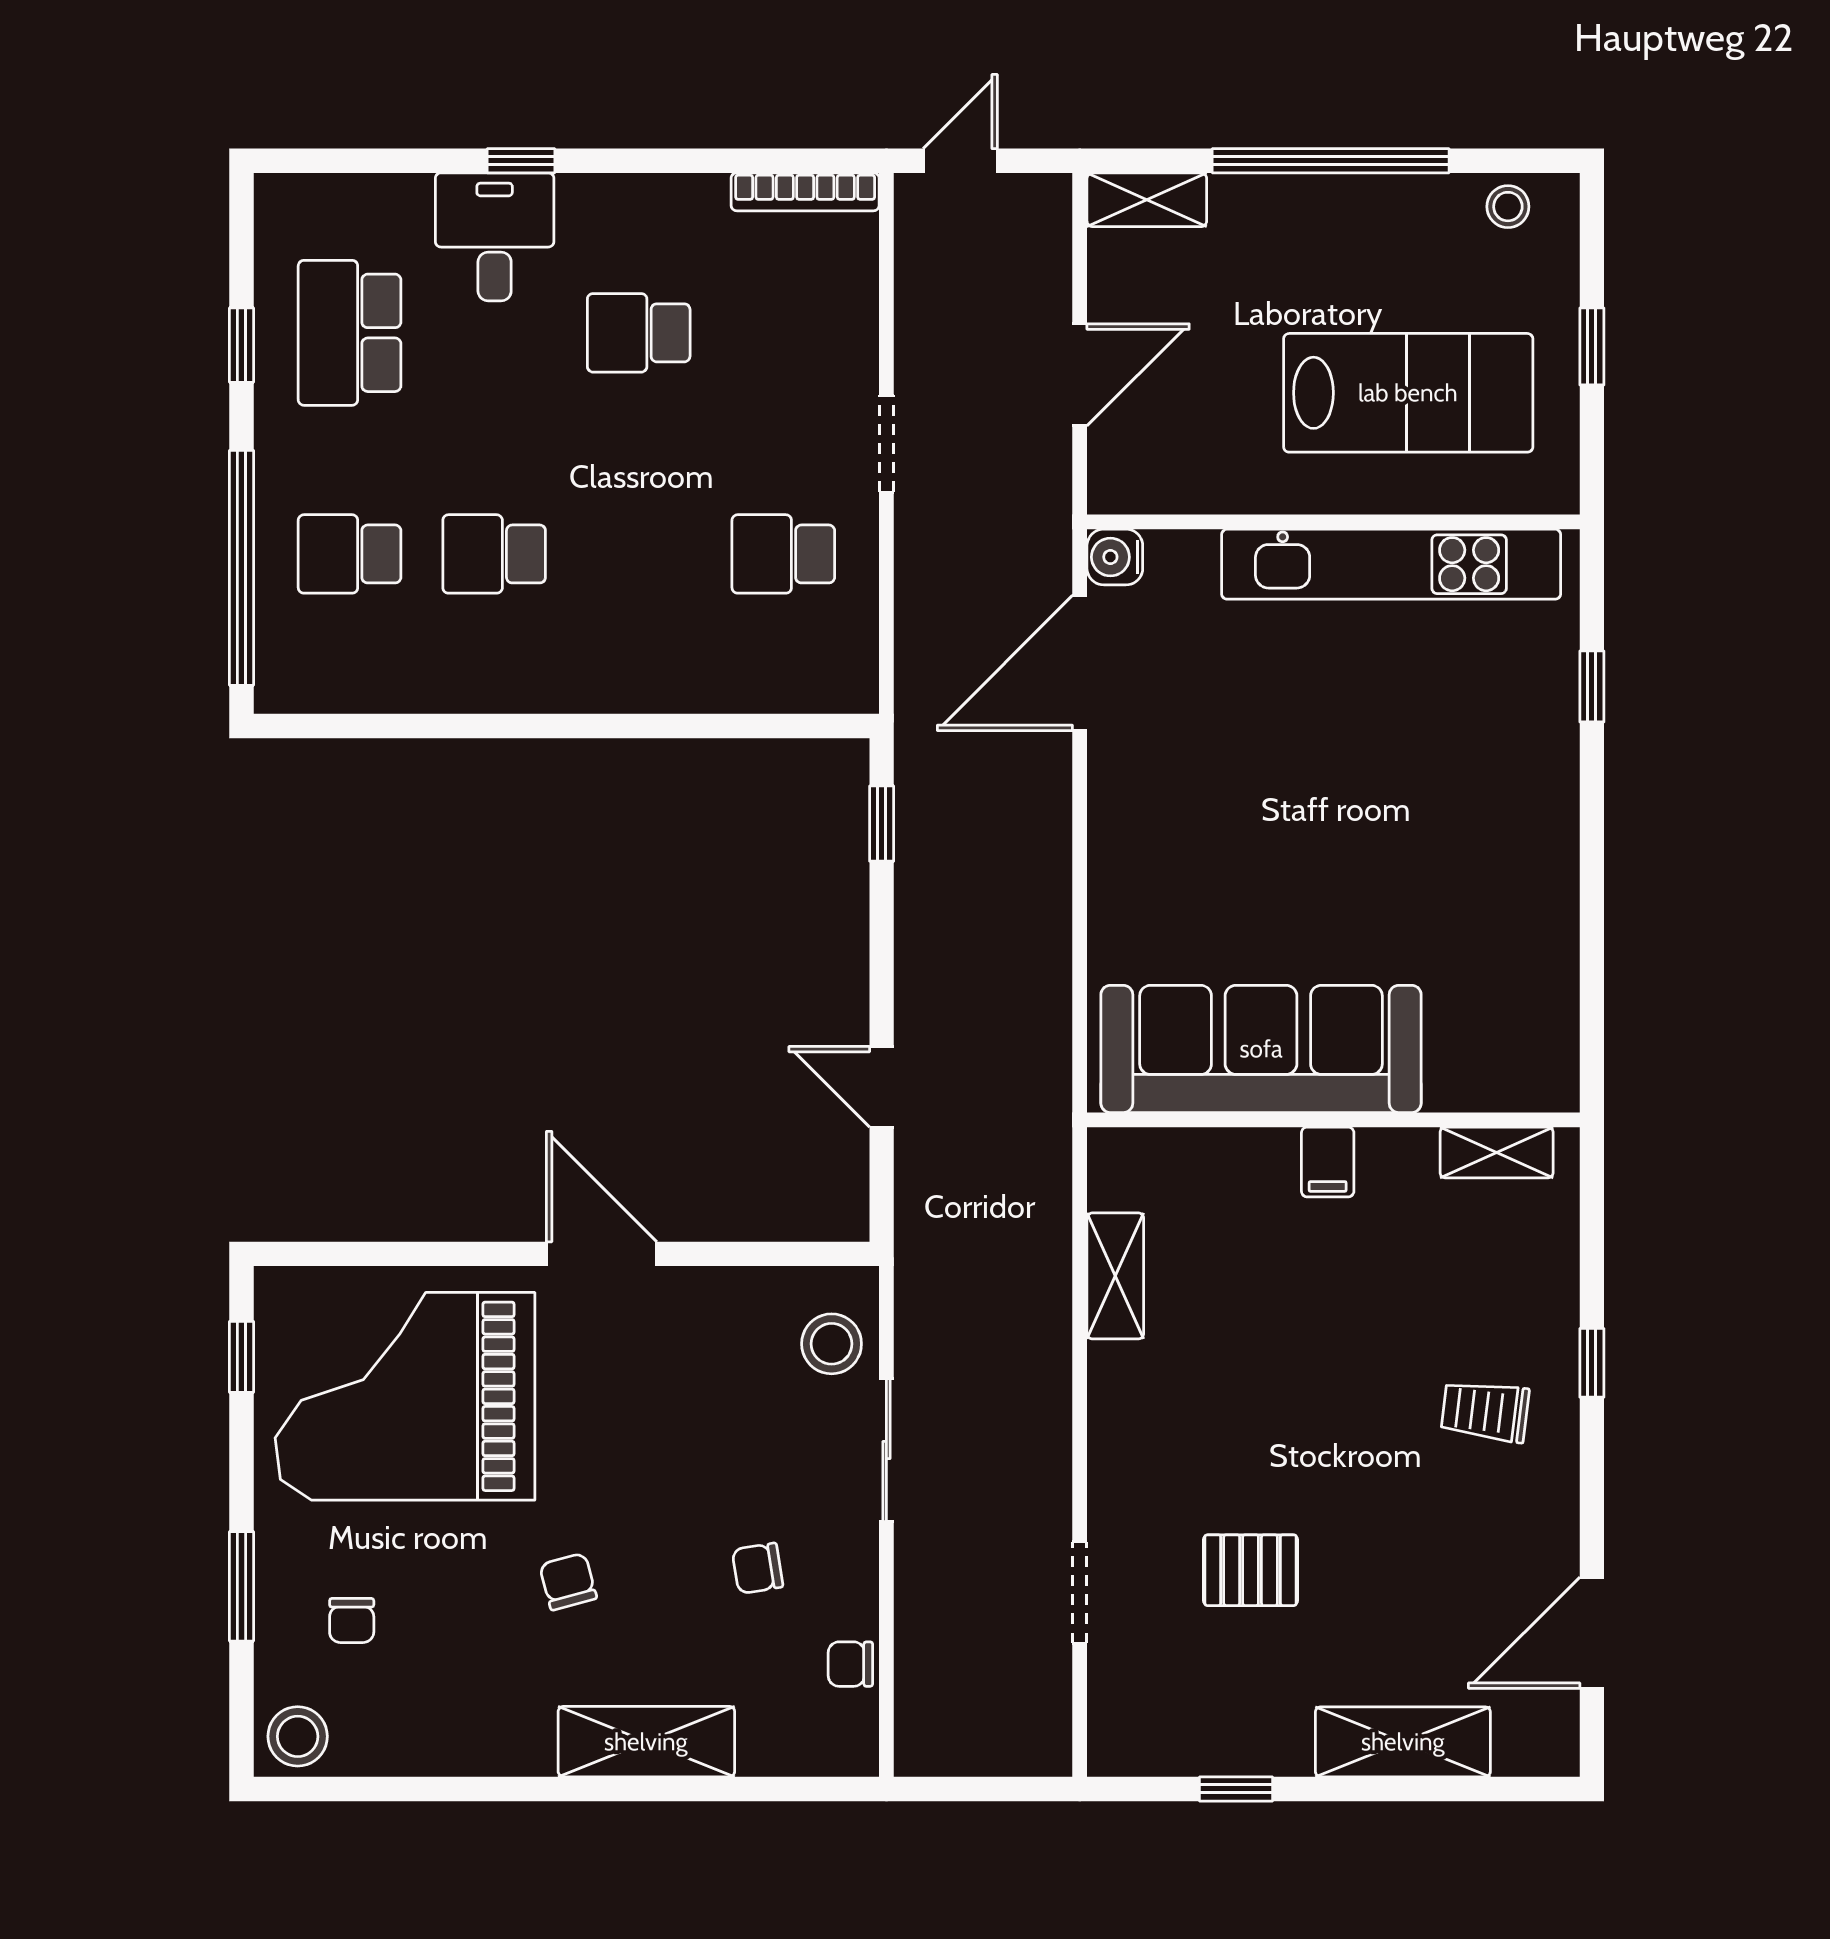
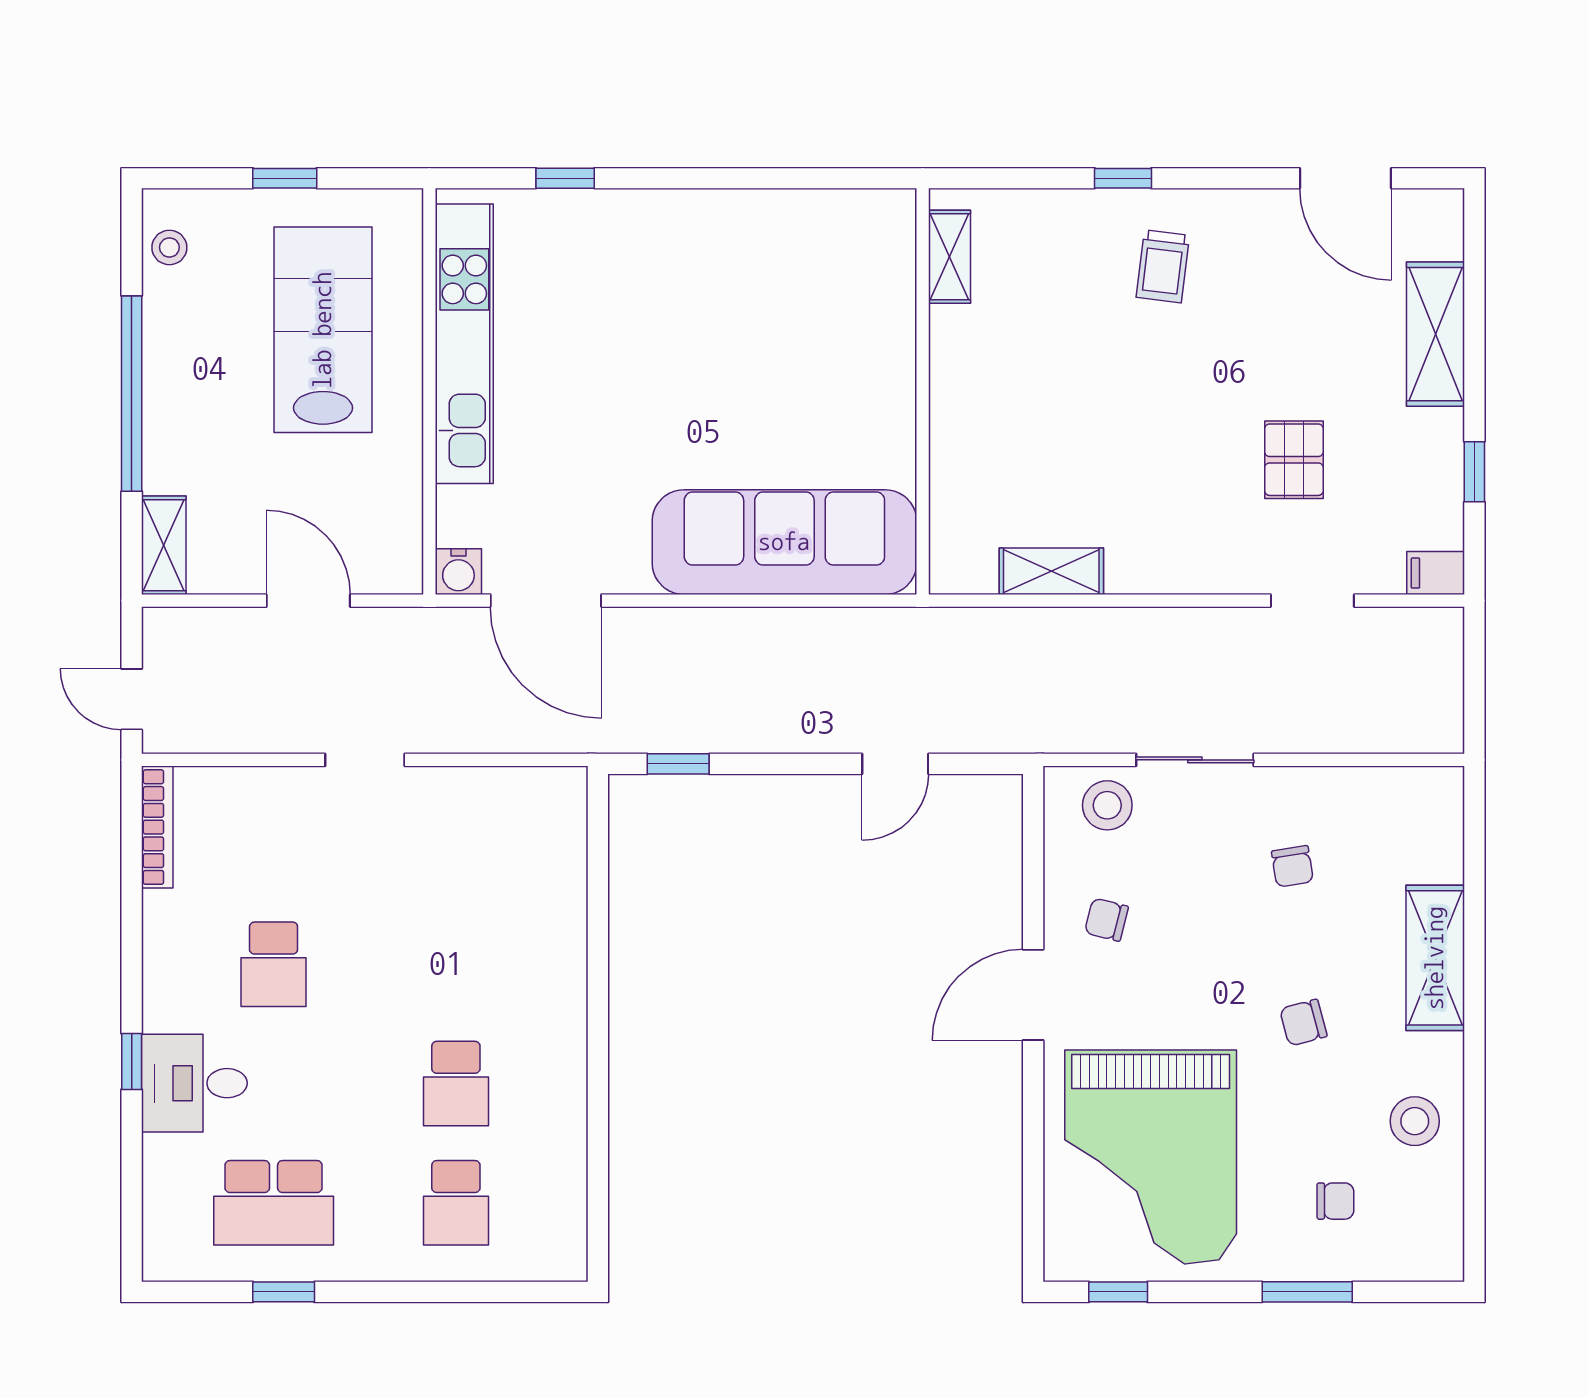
school desk: (783, 554) -> (456, 845), removed
window: (241, 568) -> (467, 1292), removed
sofa: (1261, 1049) -> (784, 542), moved, turned 90
filing cabinet: (1328, 1162) -> (1436, 573), moved, turned 180
chair: (850, 1664) -> (1106, 920), moved, turned 104
stool: (298, 1736) -> (1415, 1121), moved

